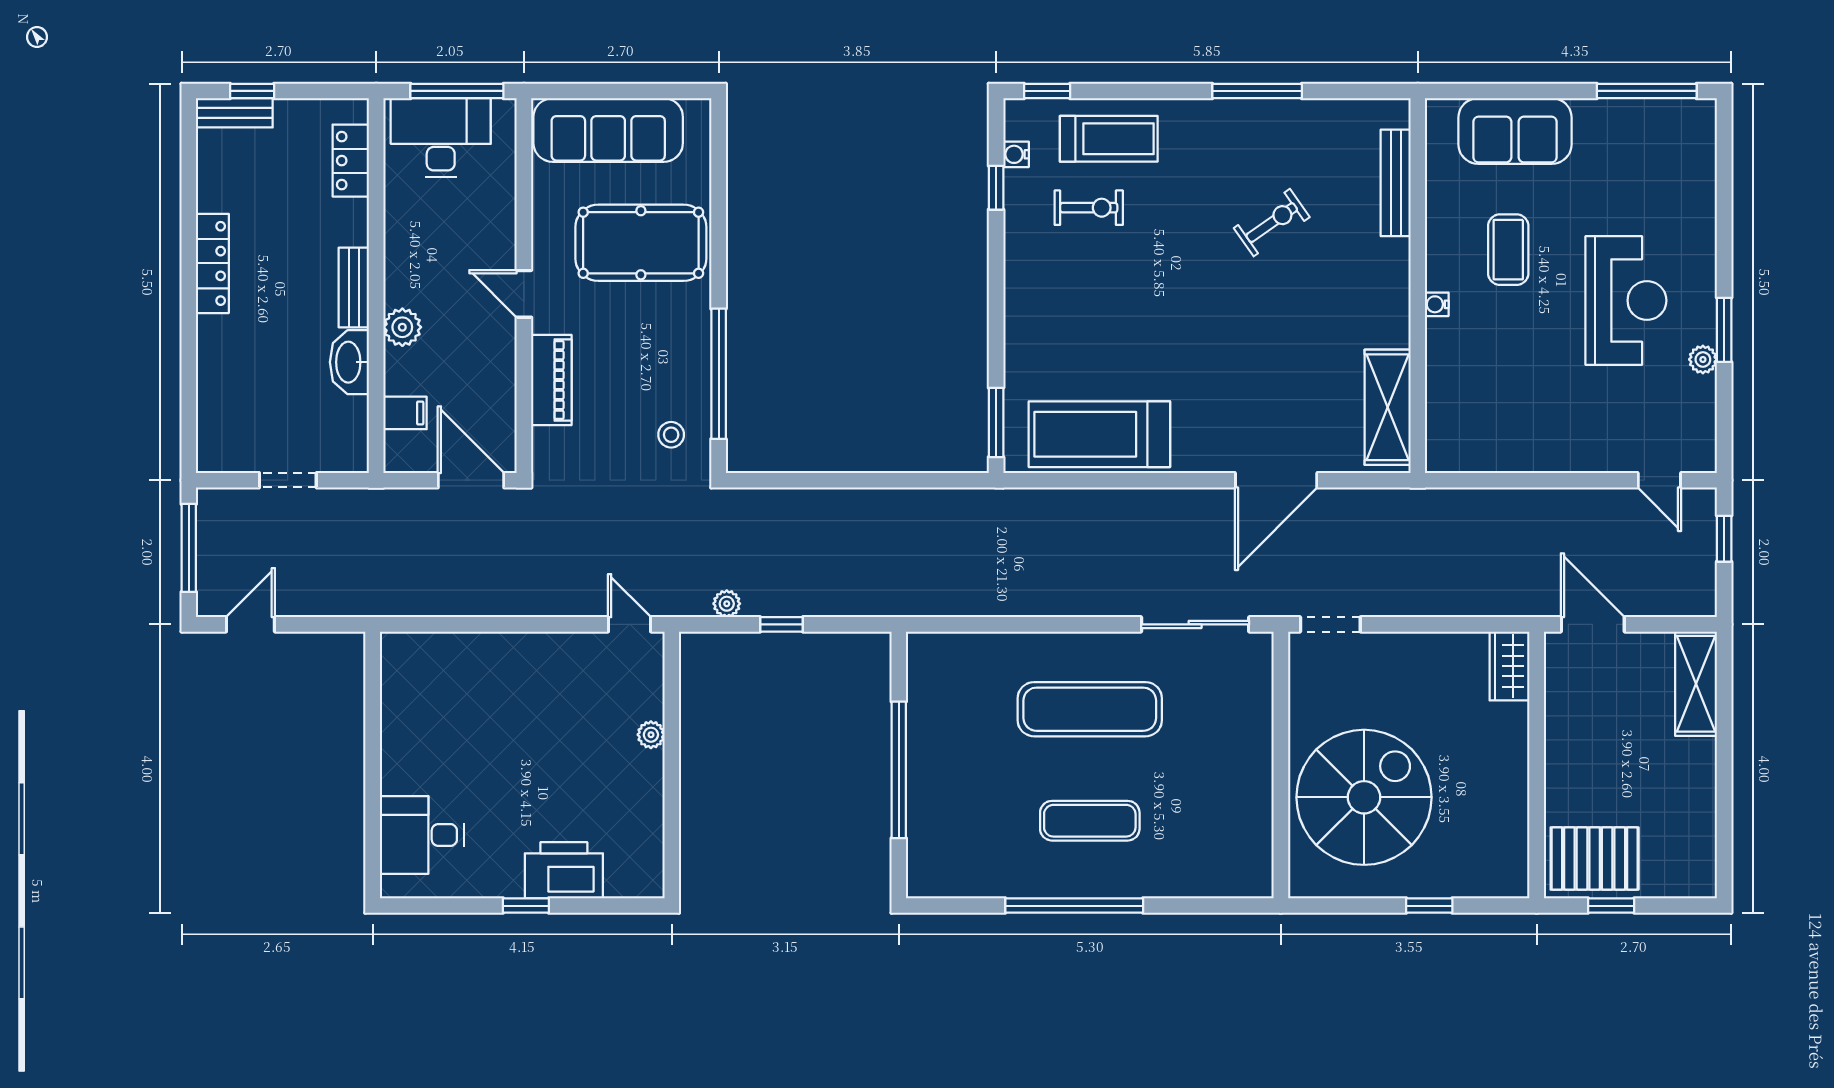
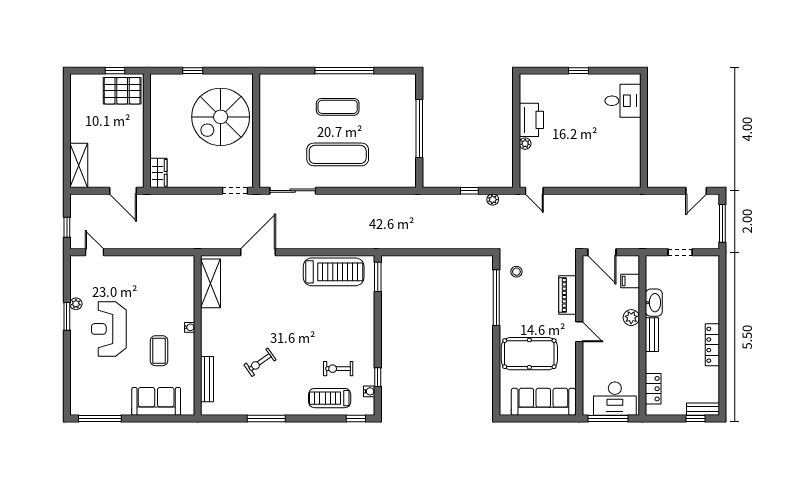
printer: (564, 870) -> (531, 120), moved, turned -90

